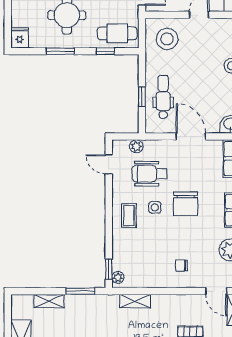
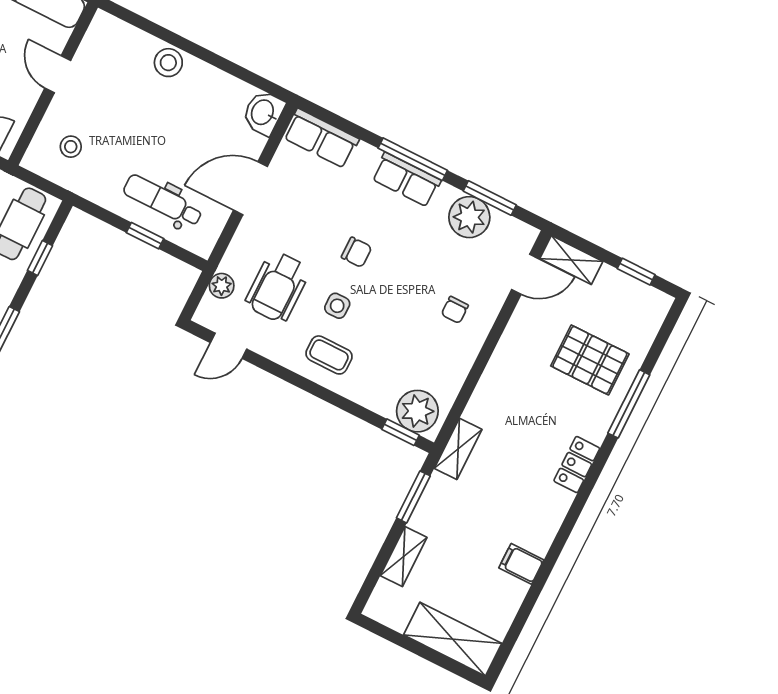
stool: (167, 39) -> (71, 147), width x0.53, depth x0.53
chair: (186, 204) -> (357, 252), width x0.54, depth x0.54
plant: (118, 277) -> (417, 411), width x1.88, depth x1.88
shelving: (135, 301) -> (458, 449), moved

